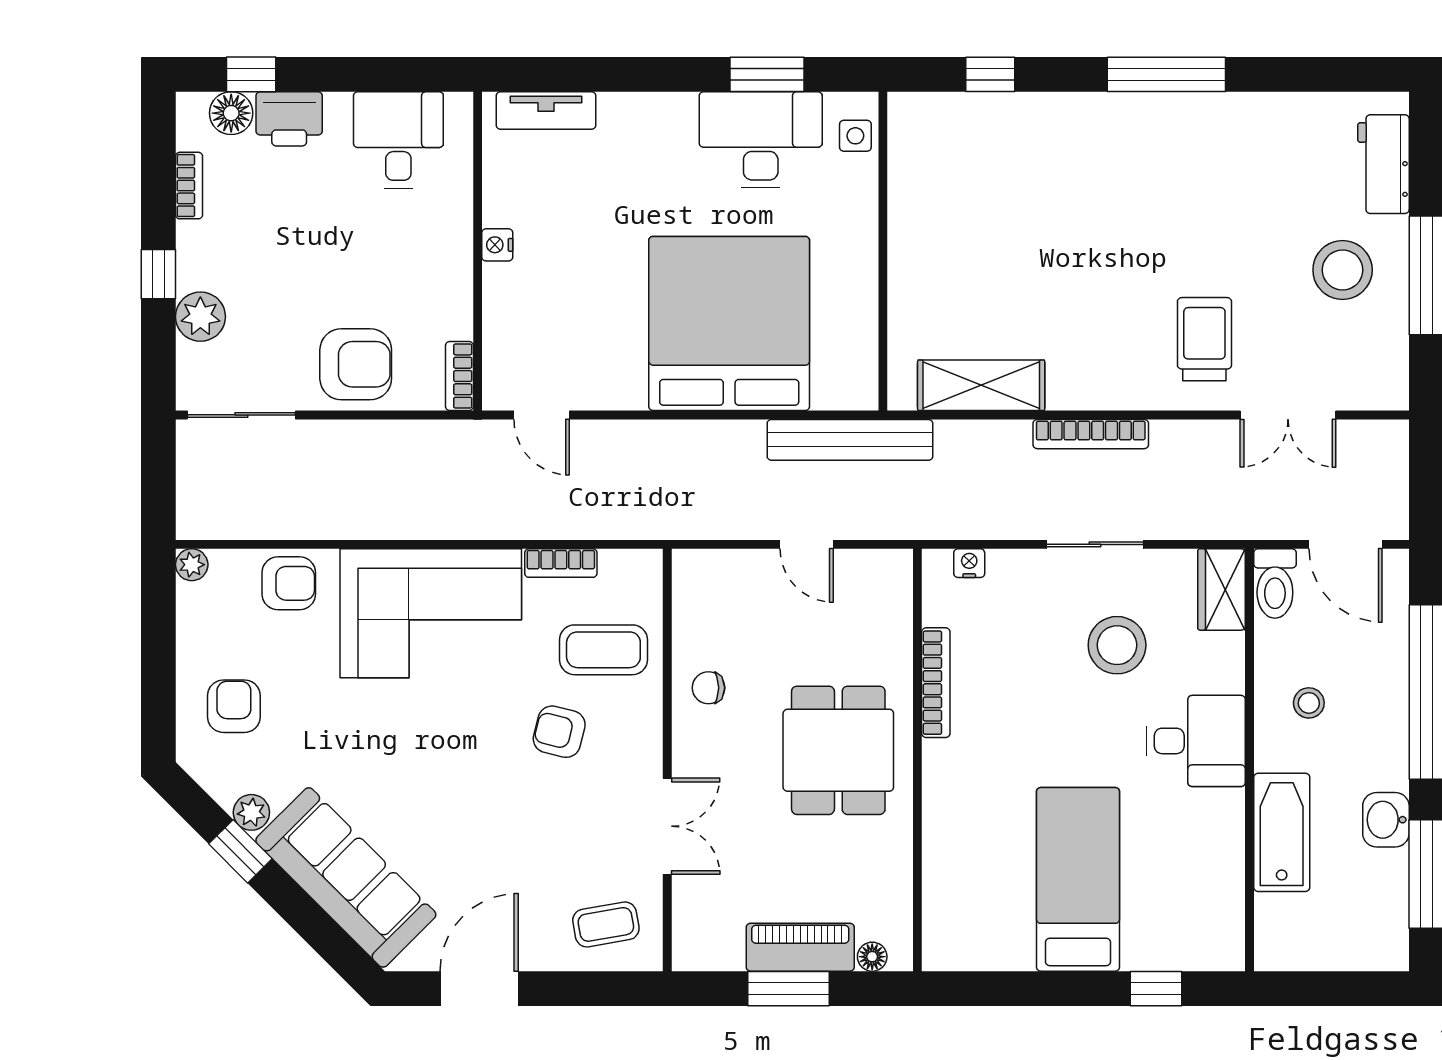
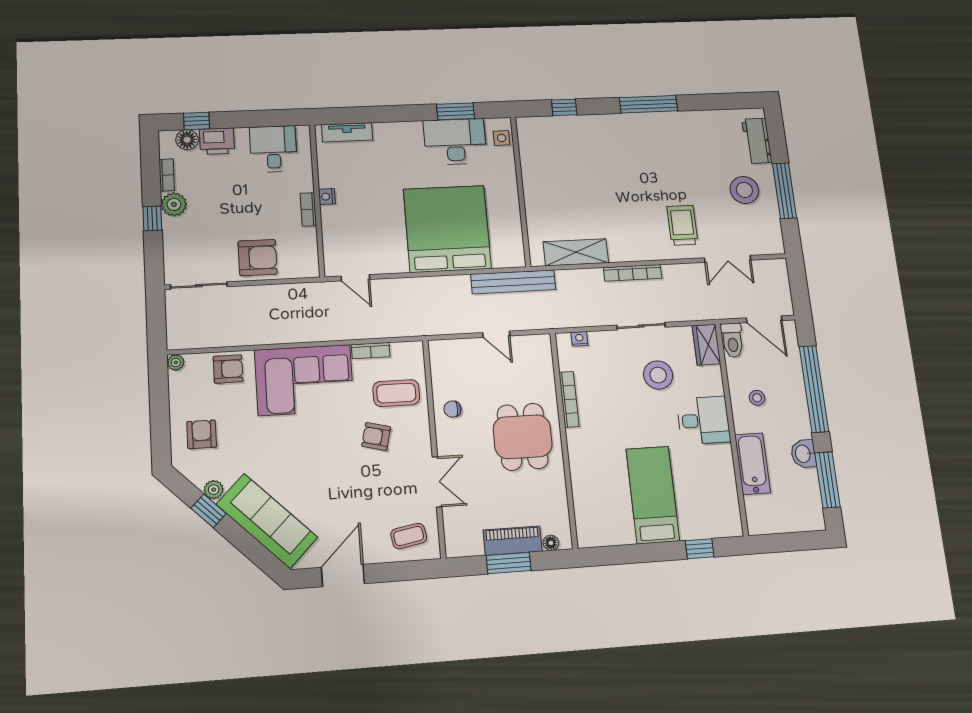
plant: (200, 317) -> (174, 204), moved
bookcase: (459, 376) -> (308, 209), moved

